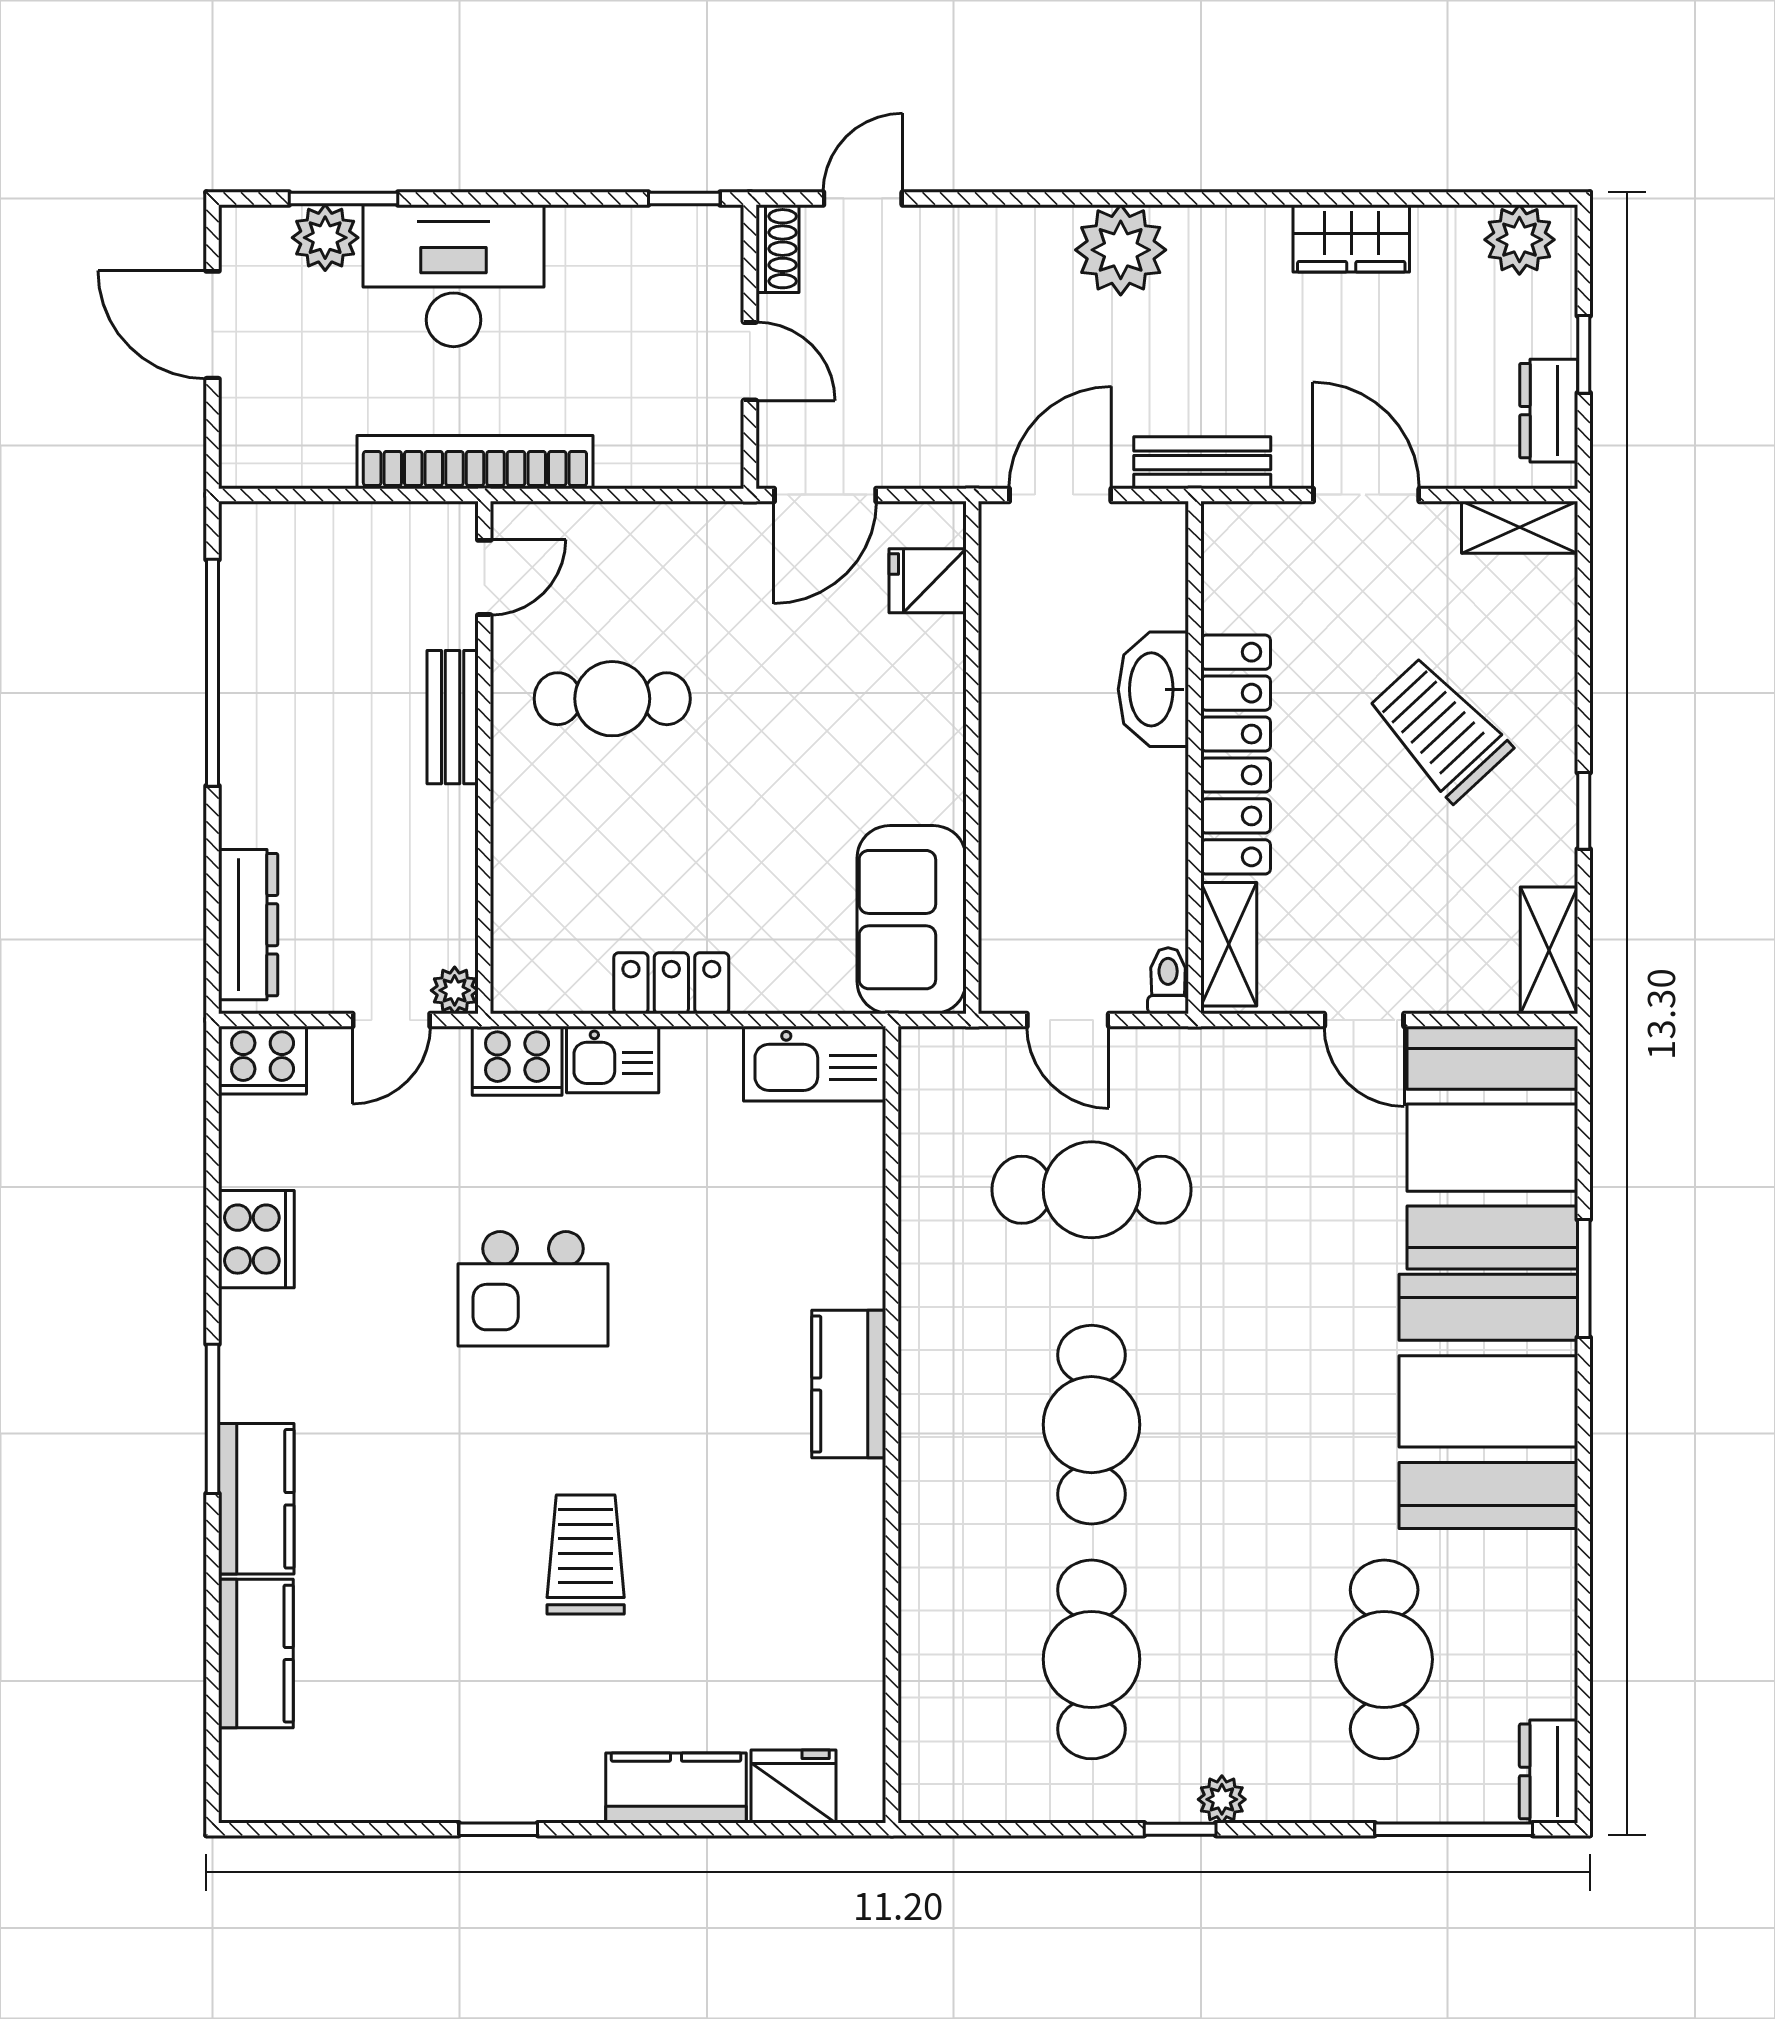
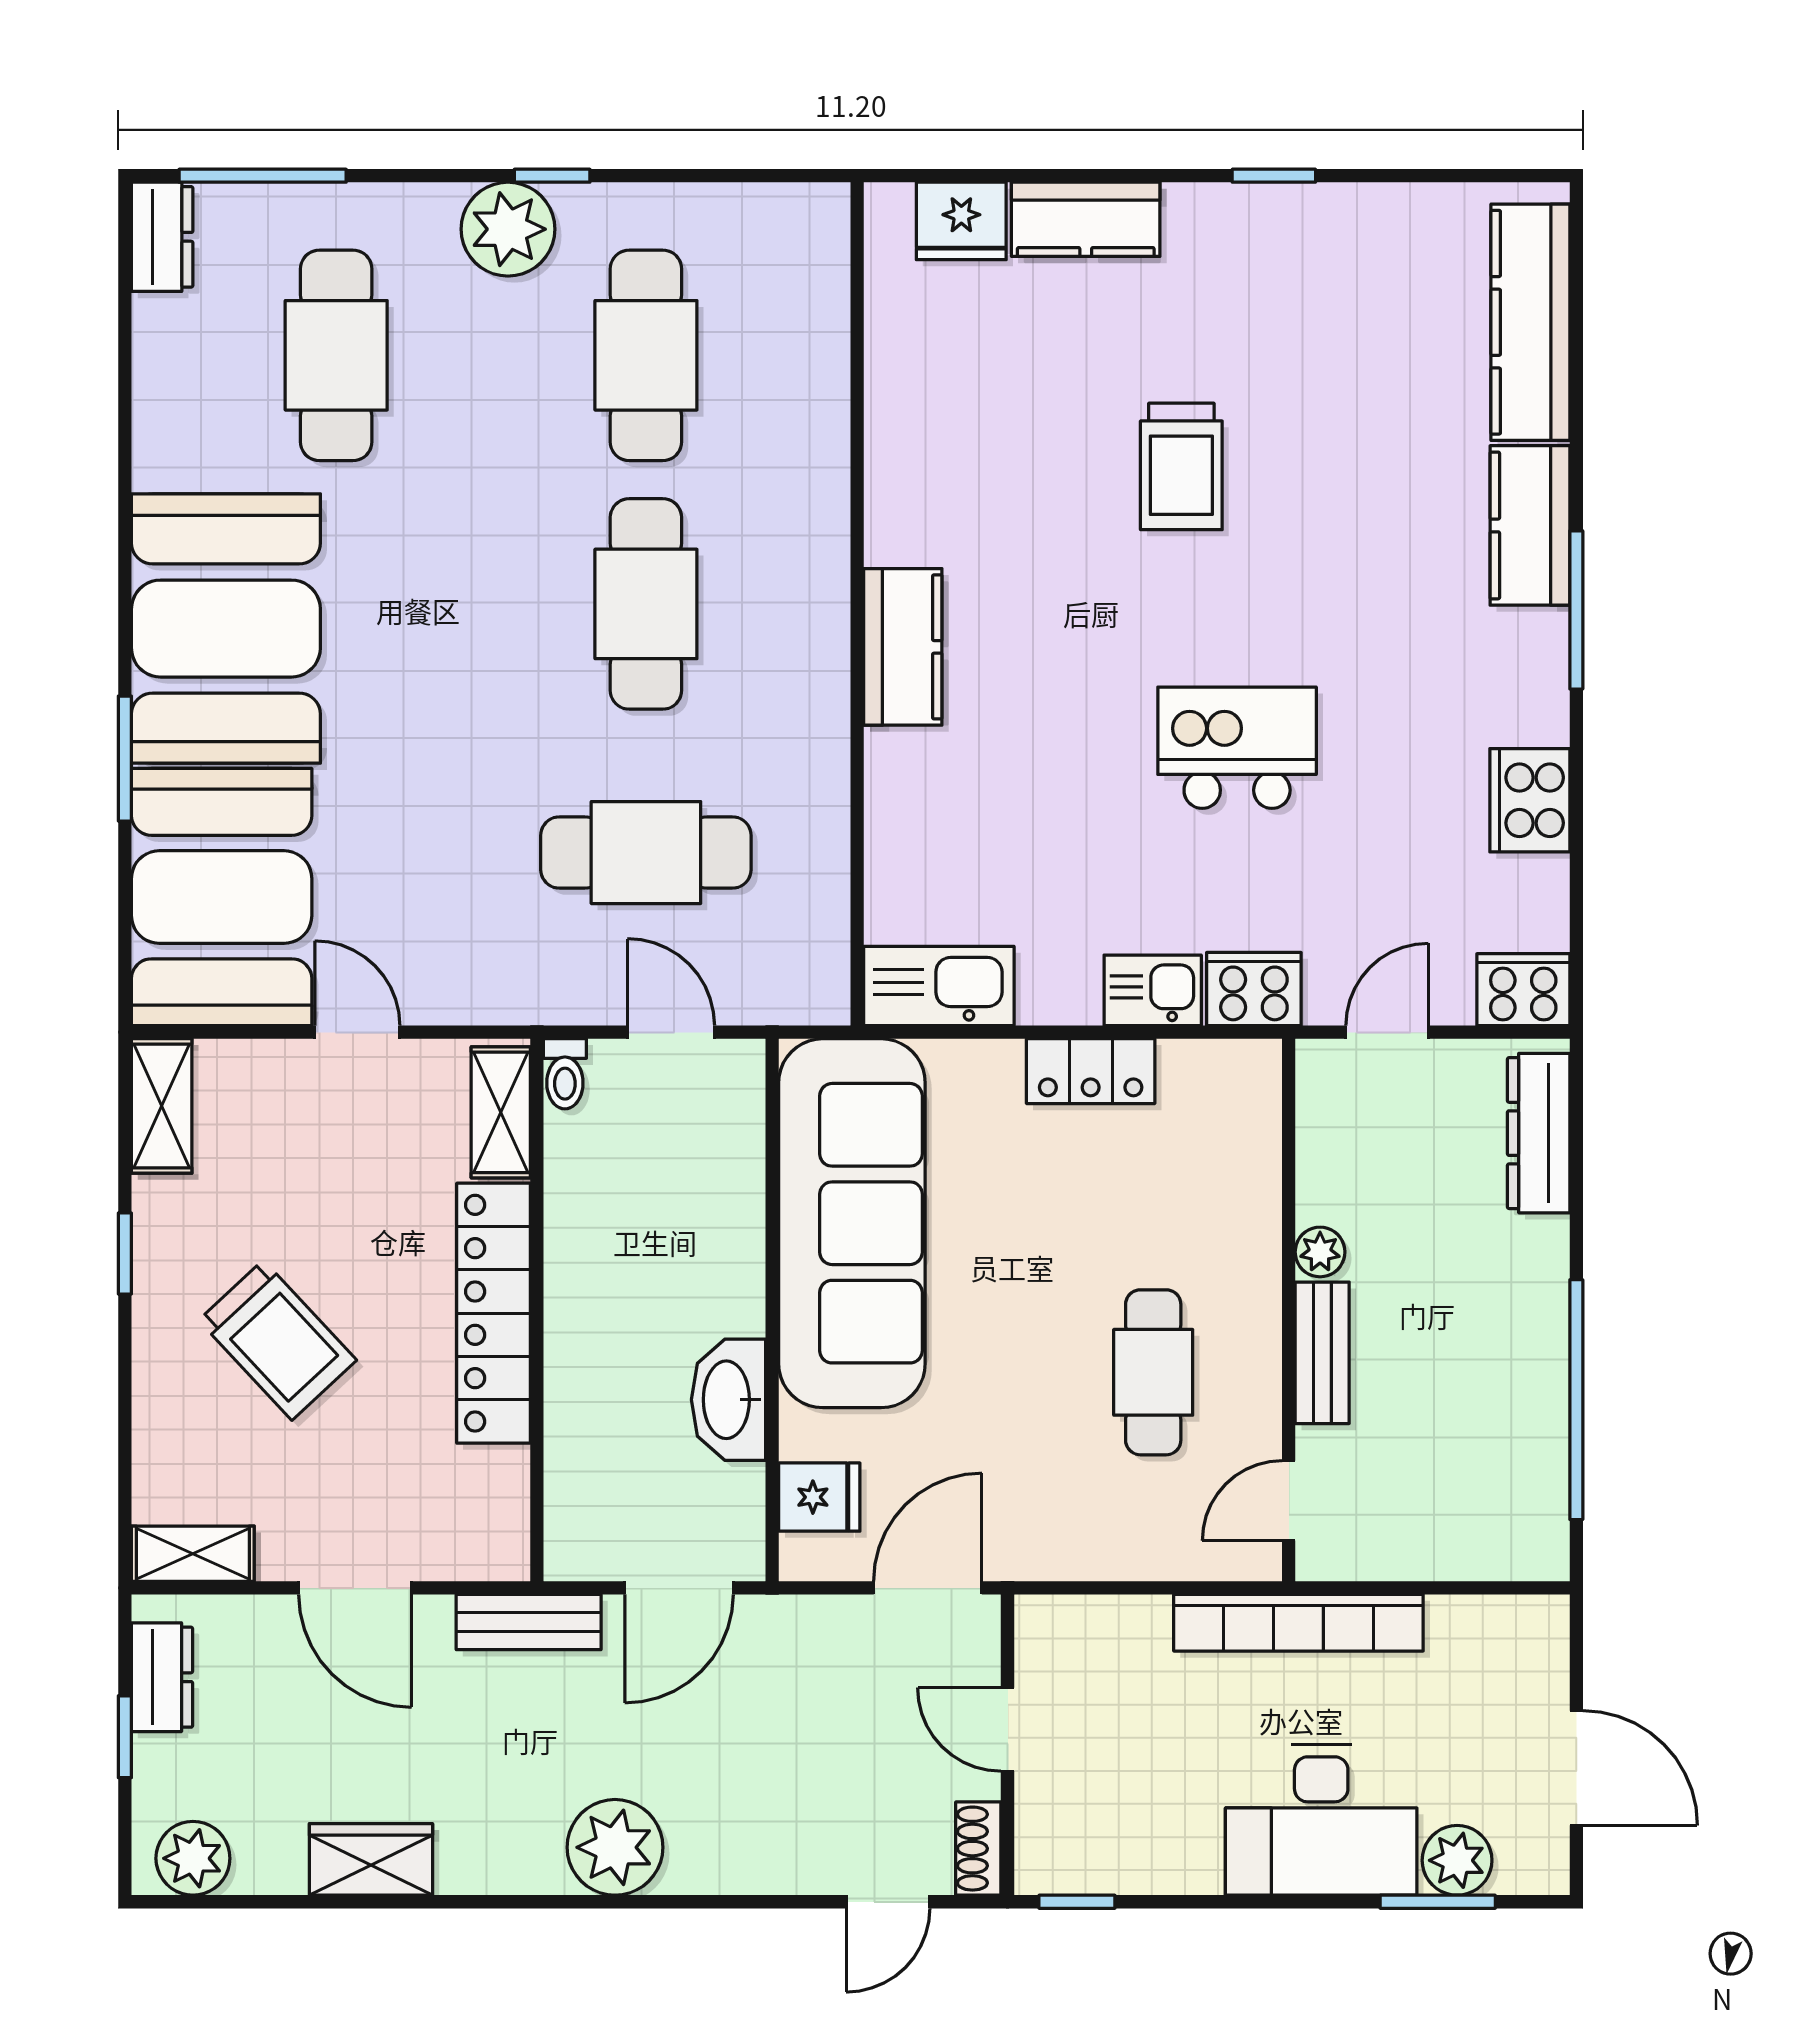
washbasin: (1153, 689) -> (729, 1400), moved, turned 180
cafe table: (612, 699) -> (1153, 1372), turned 90
sofa: (912, 920) -> (852, 1223), width x1.85, depth x1.27
plant: (455, 990) -> (1320, 1252), moved
kitchen counter: (256, 1654) -> (1530, 322), width x1.50
plant: (1222, 1799) -> (508, 229), width x1.87, depth x1.87

